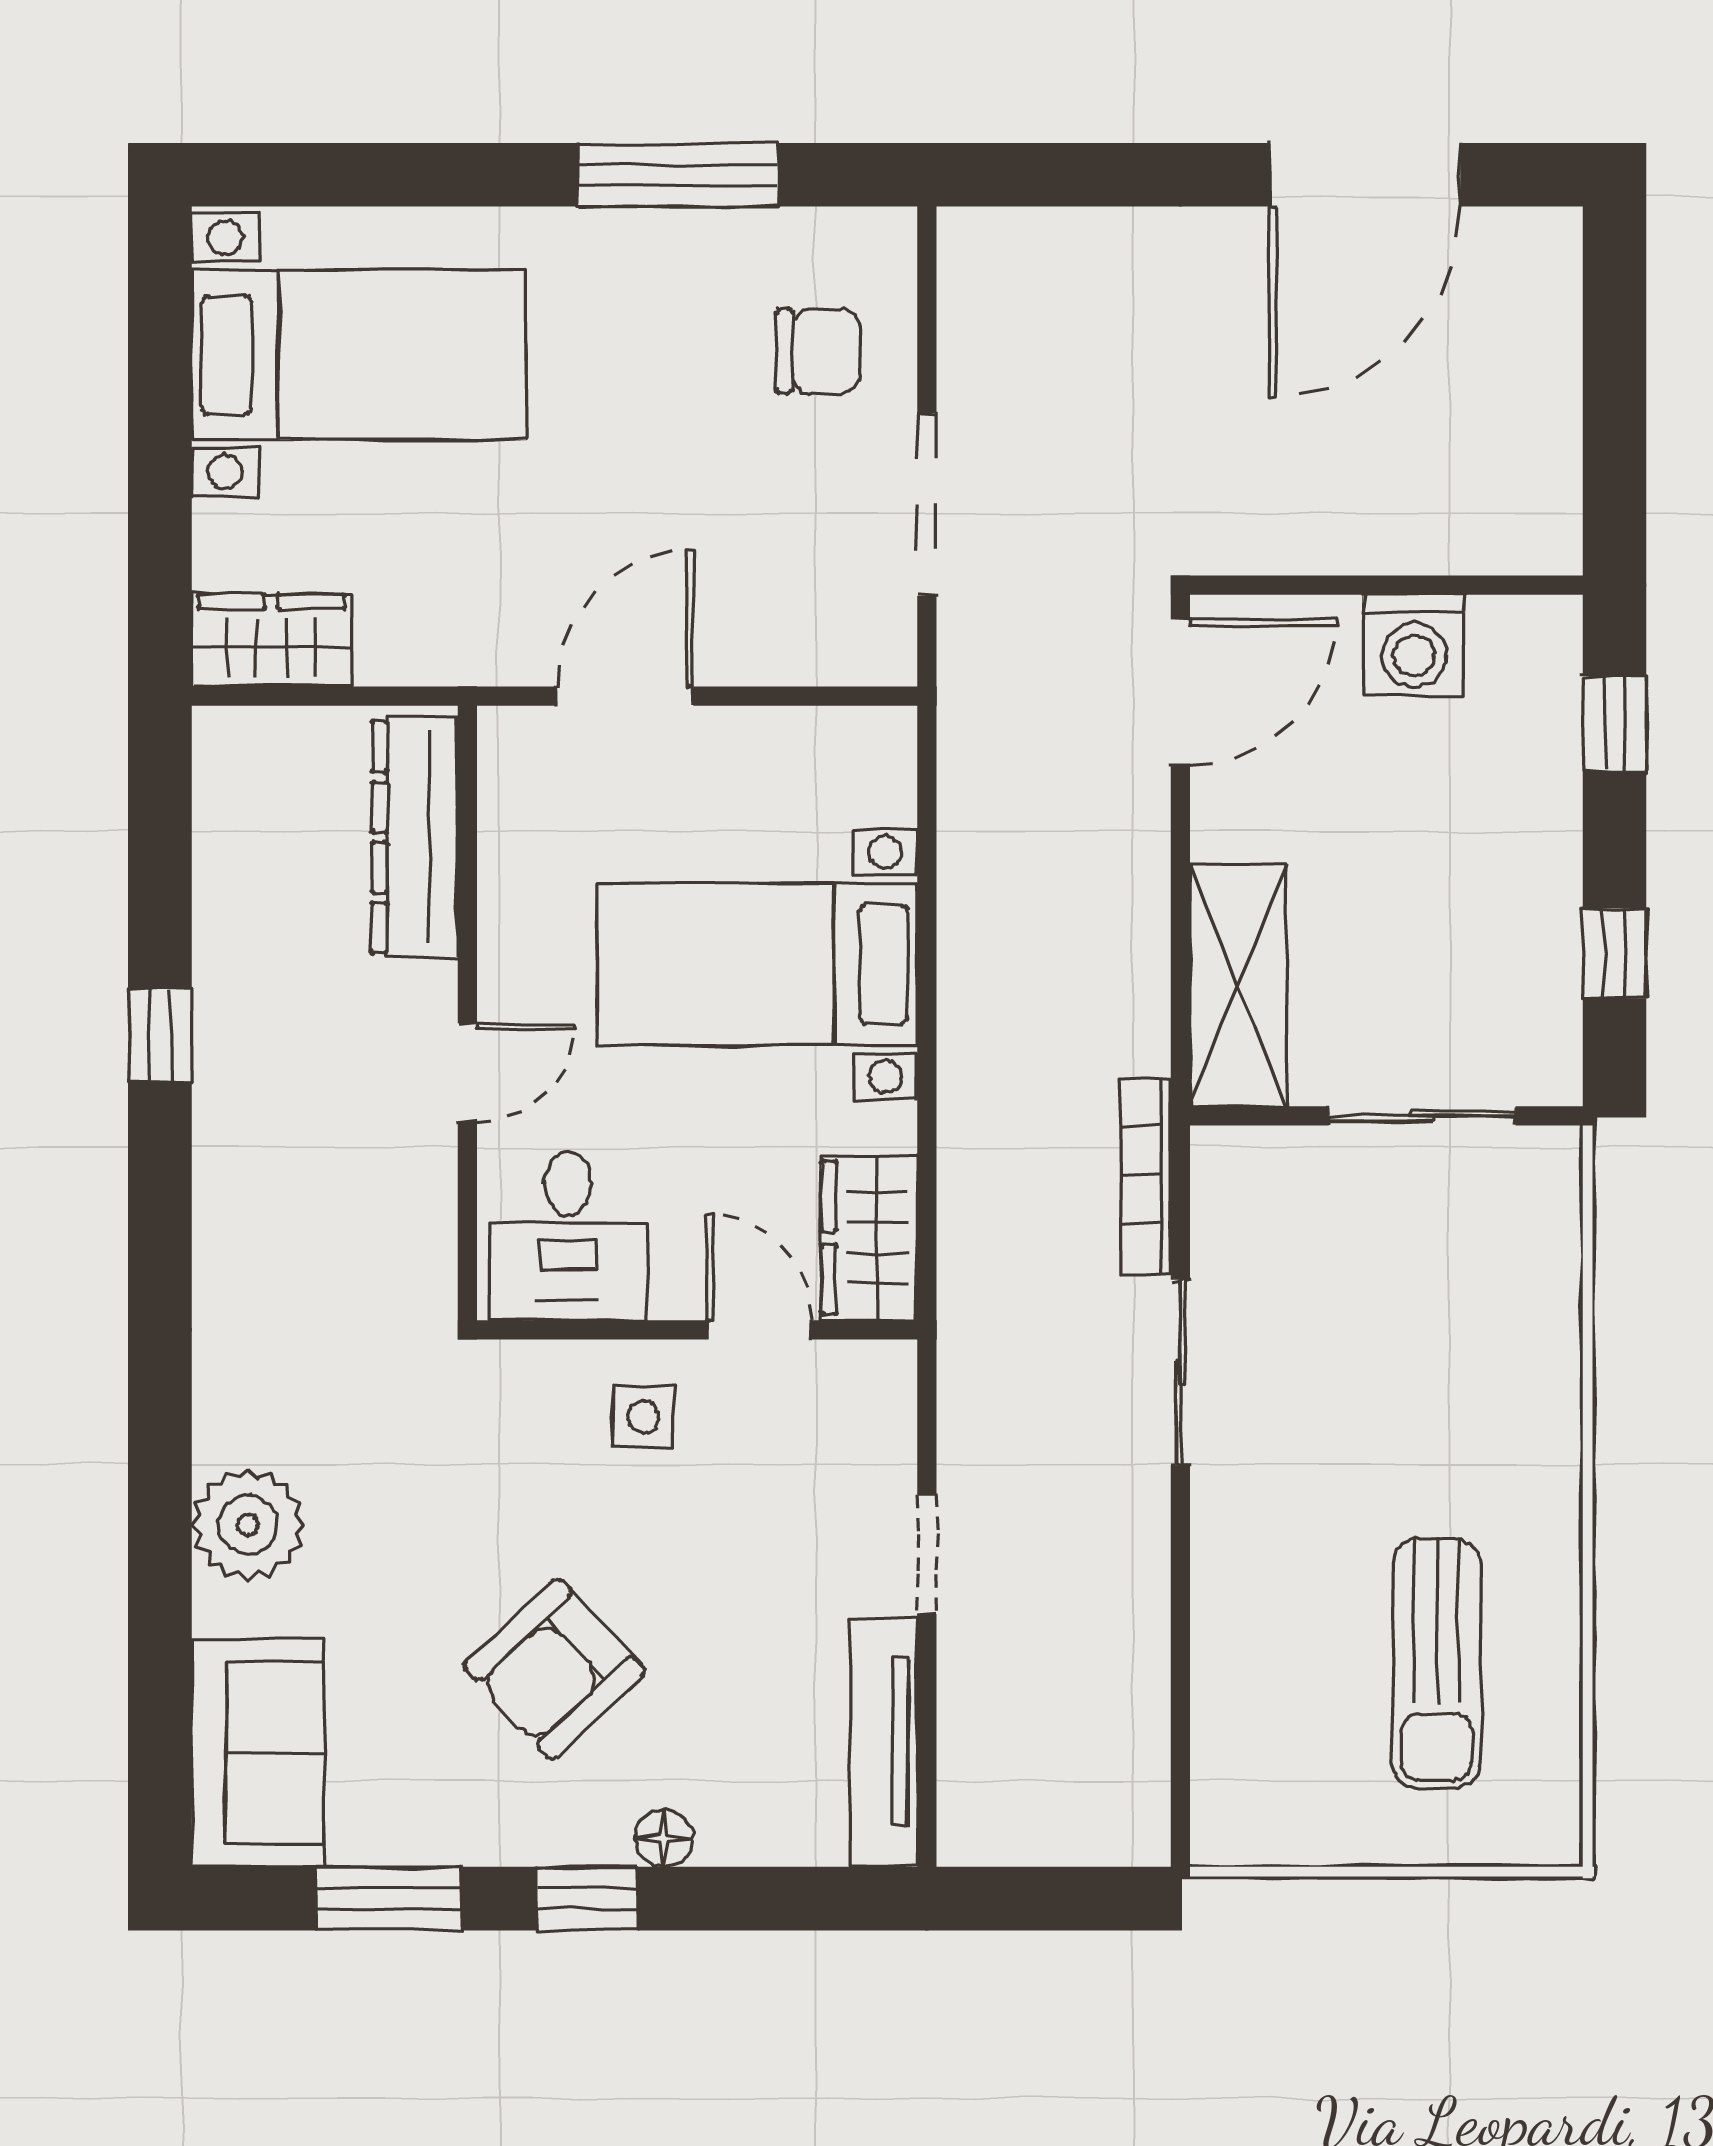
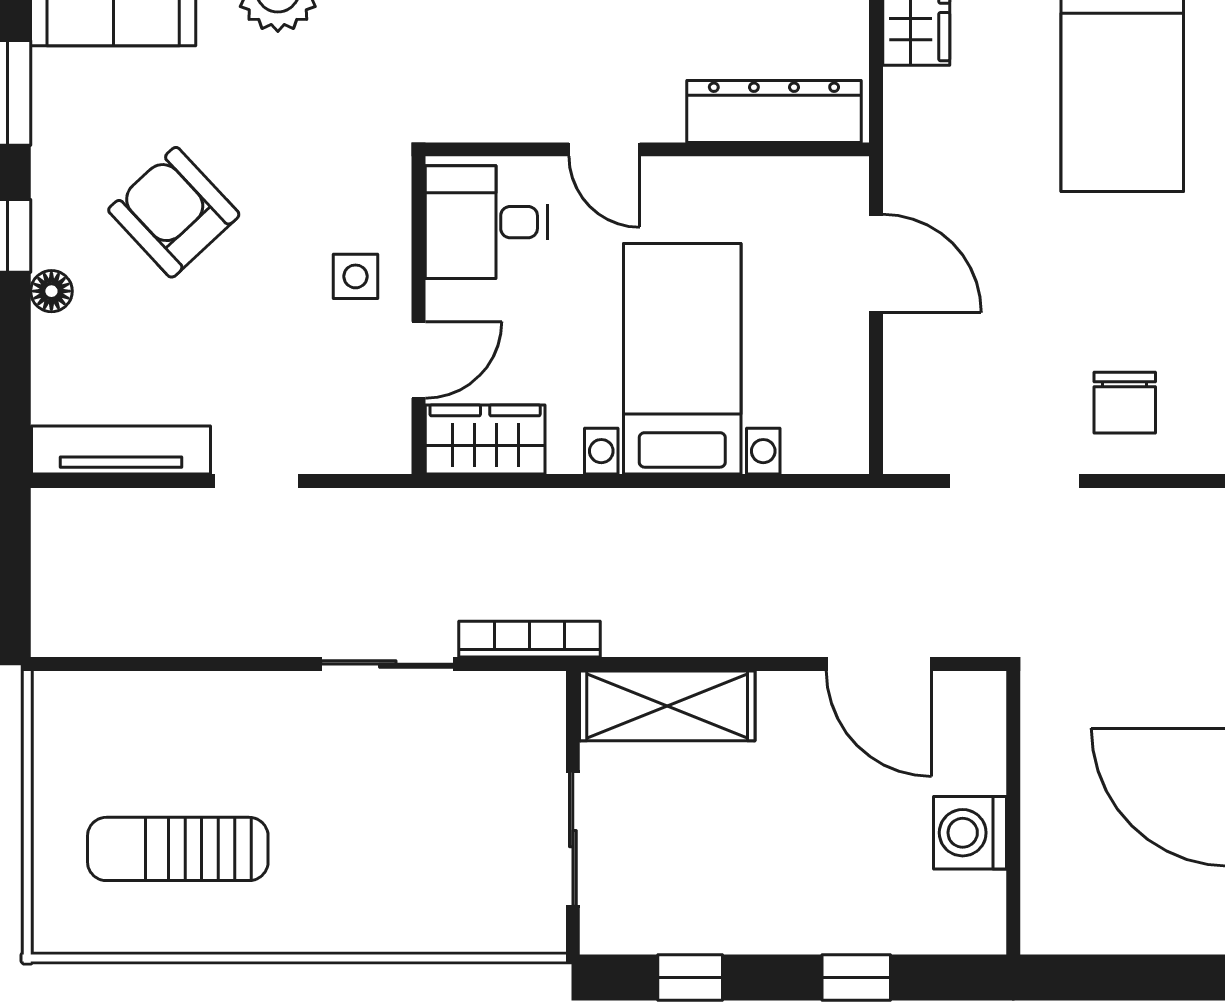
wall: (1386, 585) -> (1013, 813), moved
washing machine: (1414, 645) -> (970, 833), moved

